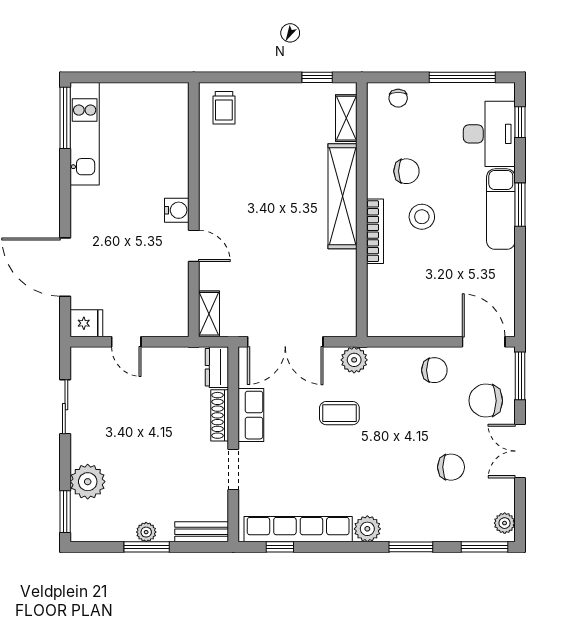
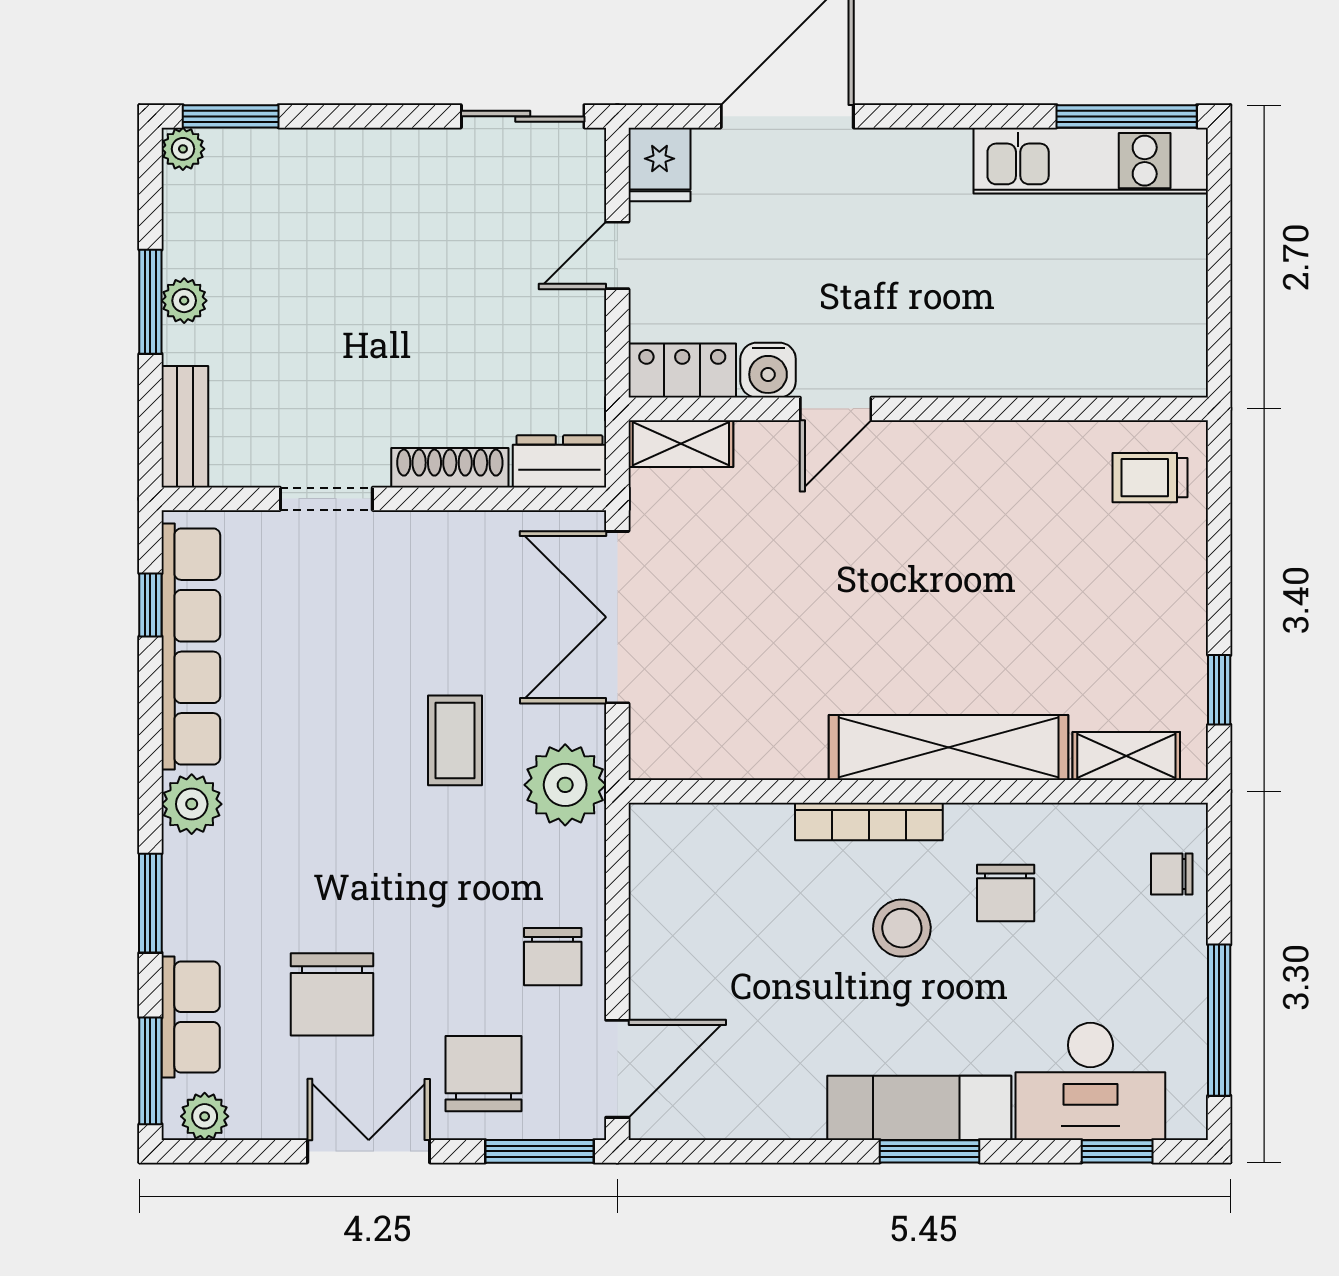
water cooler: (177, 210) -> (768, 370), moved
locker: (177, 313) -> (682, 370), added
plant: (354, 360) -> (565, 785), width x1.36, depth x1.36
sliding door: (65, 407) -> (523, 116), moved
row of seats: (251, 415) -> (191, 1017), moved, turned -90
chair: (451, 467) -> (332, 994), width x1.37, depth x1.37
plant: (88, 482) -> (183, 149), moved, width x0.53, depth x0.53

